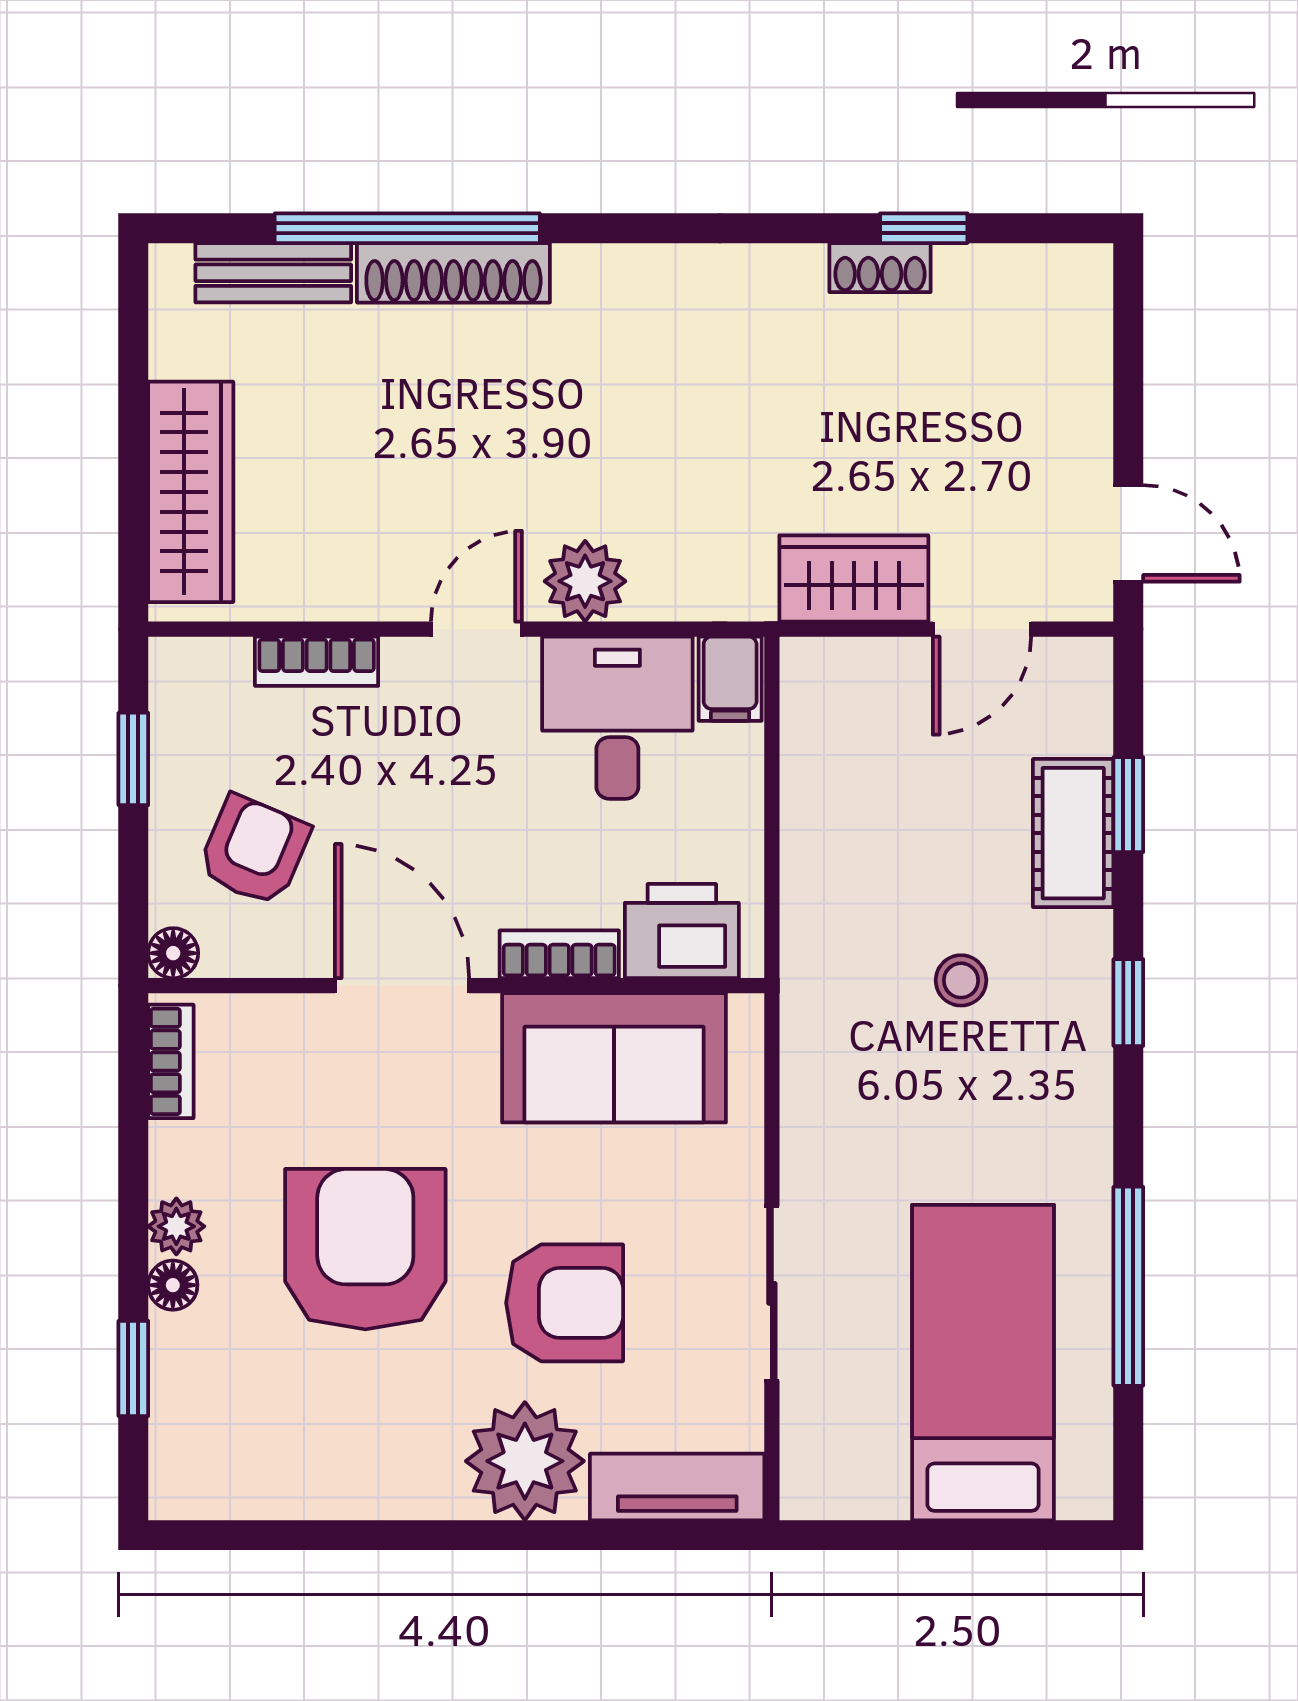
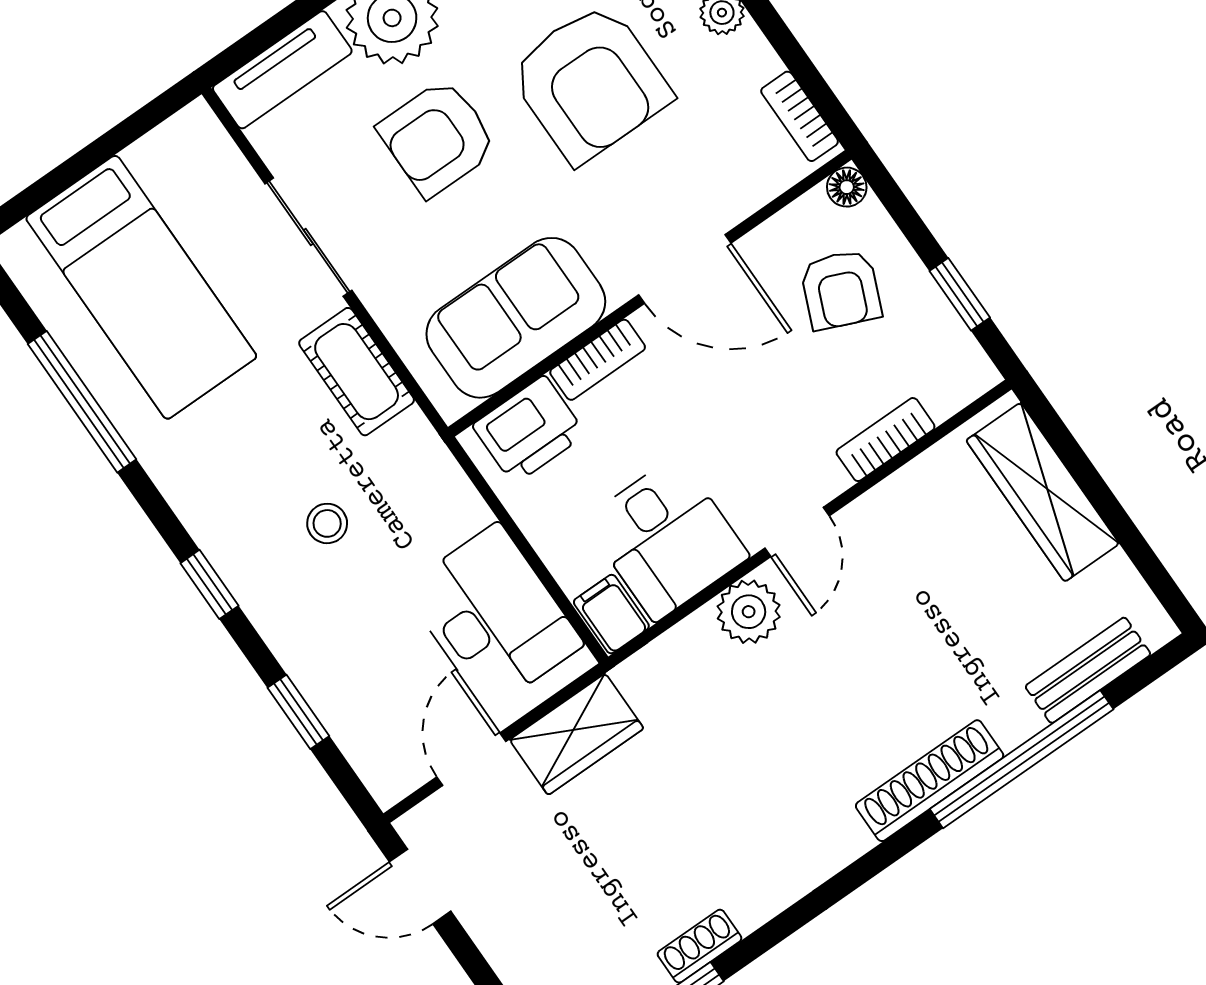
shoe rack: (453, 273) -> (930, 781), moved
desk: (856, 762) -> (493, 617), added
cot: (1073, 833) -> (357, 372), moved

